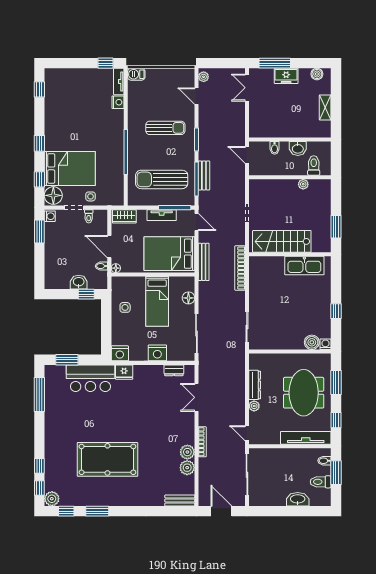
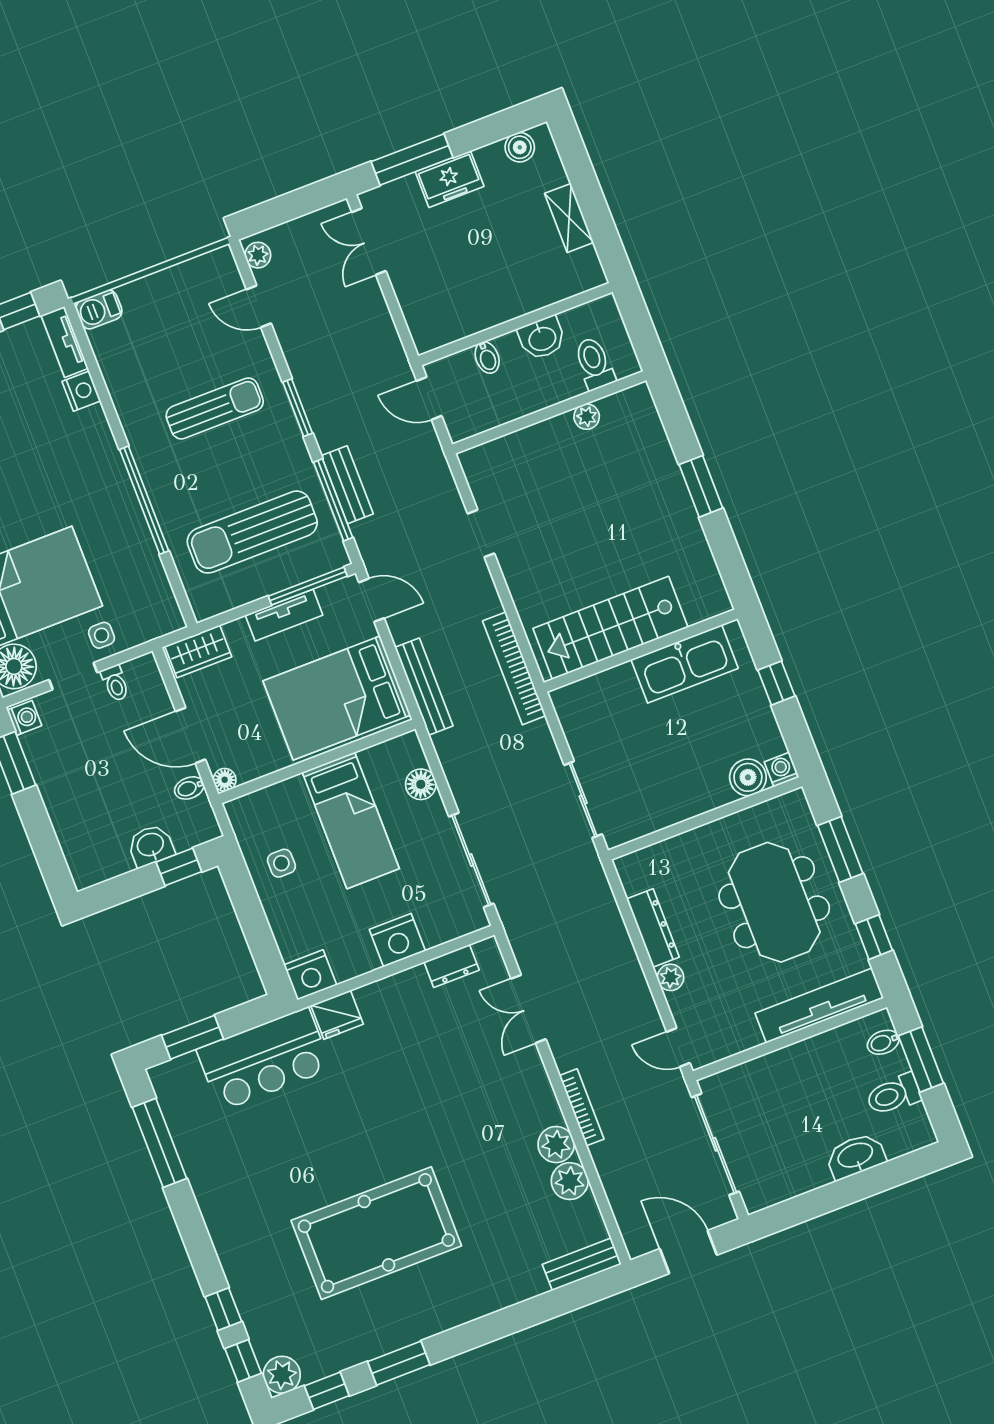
stairs: (282, 241) -> (610, 628), moved
wall: (290, 254) -> (641, 651), moved
kitchen sink: (304, 266) -> (685, 664), moved

